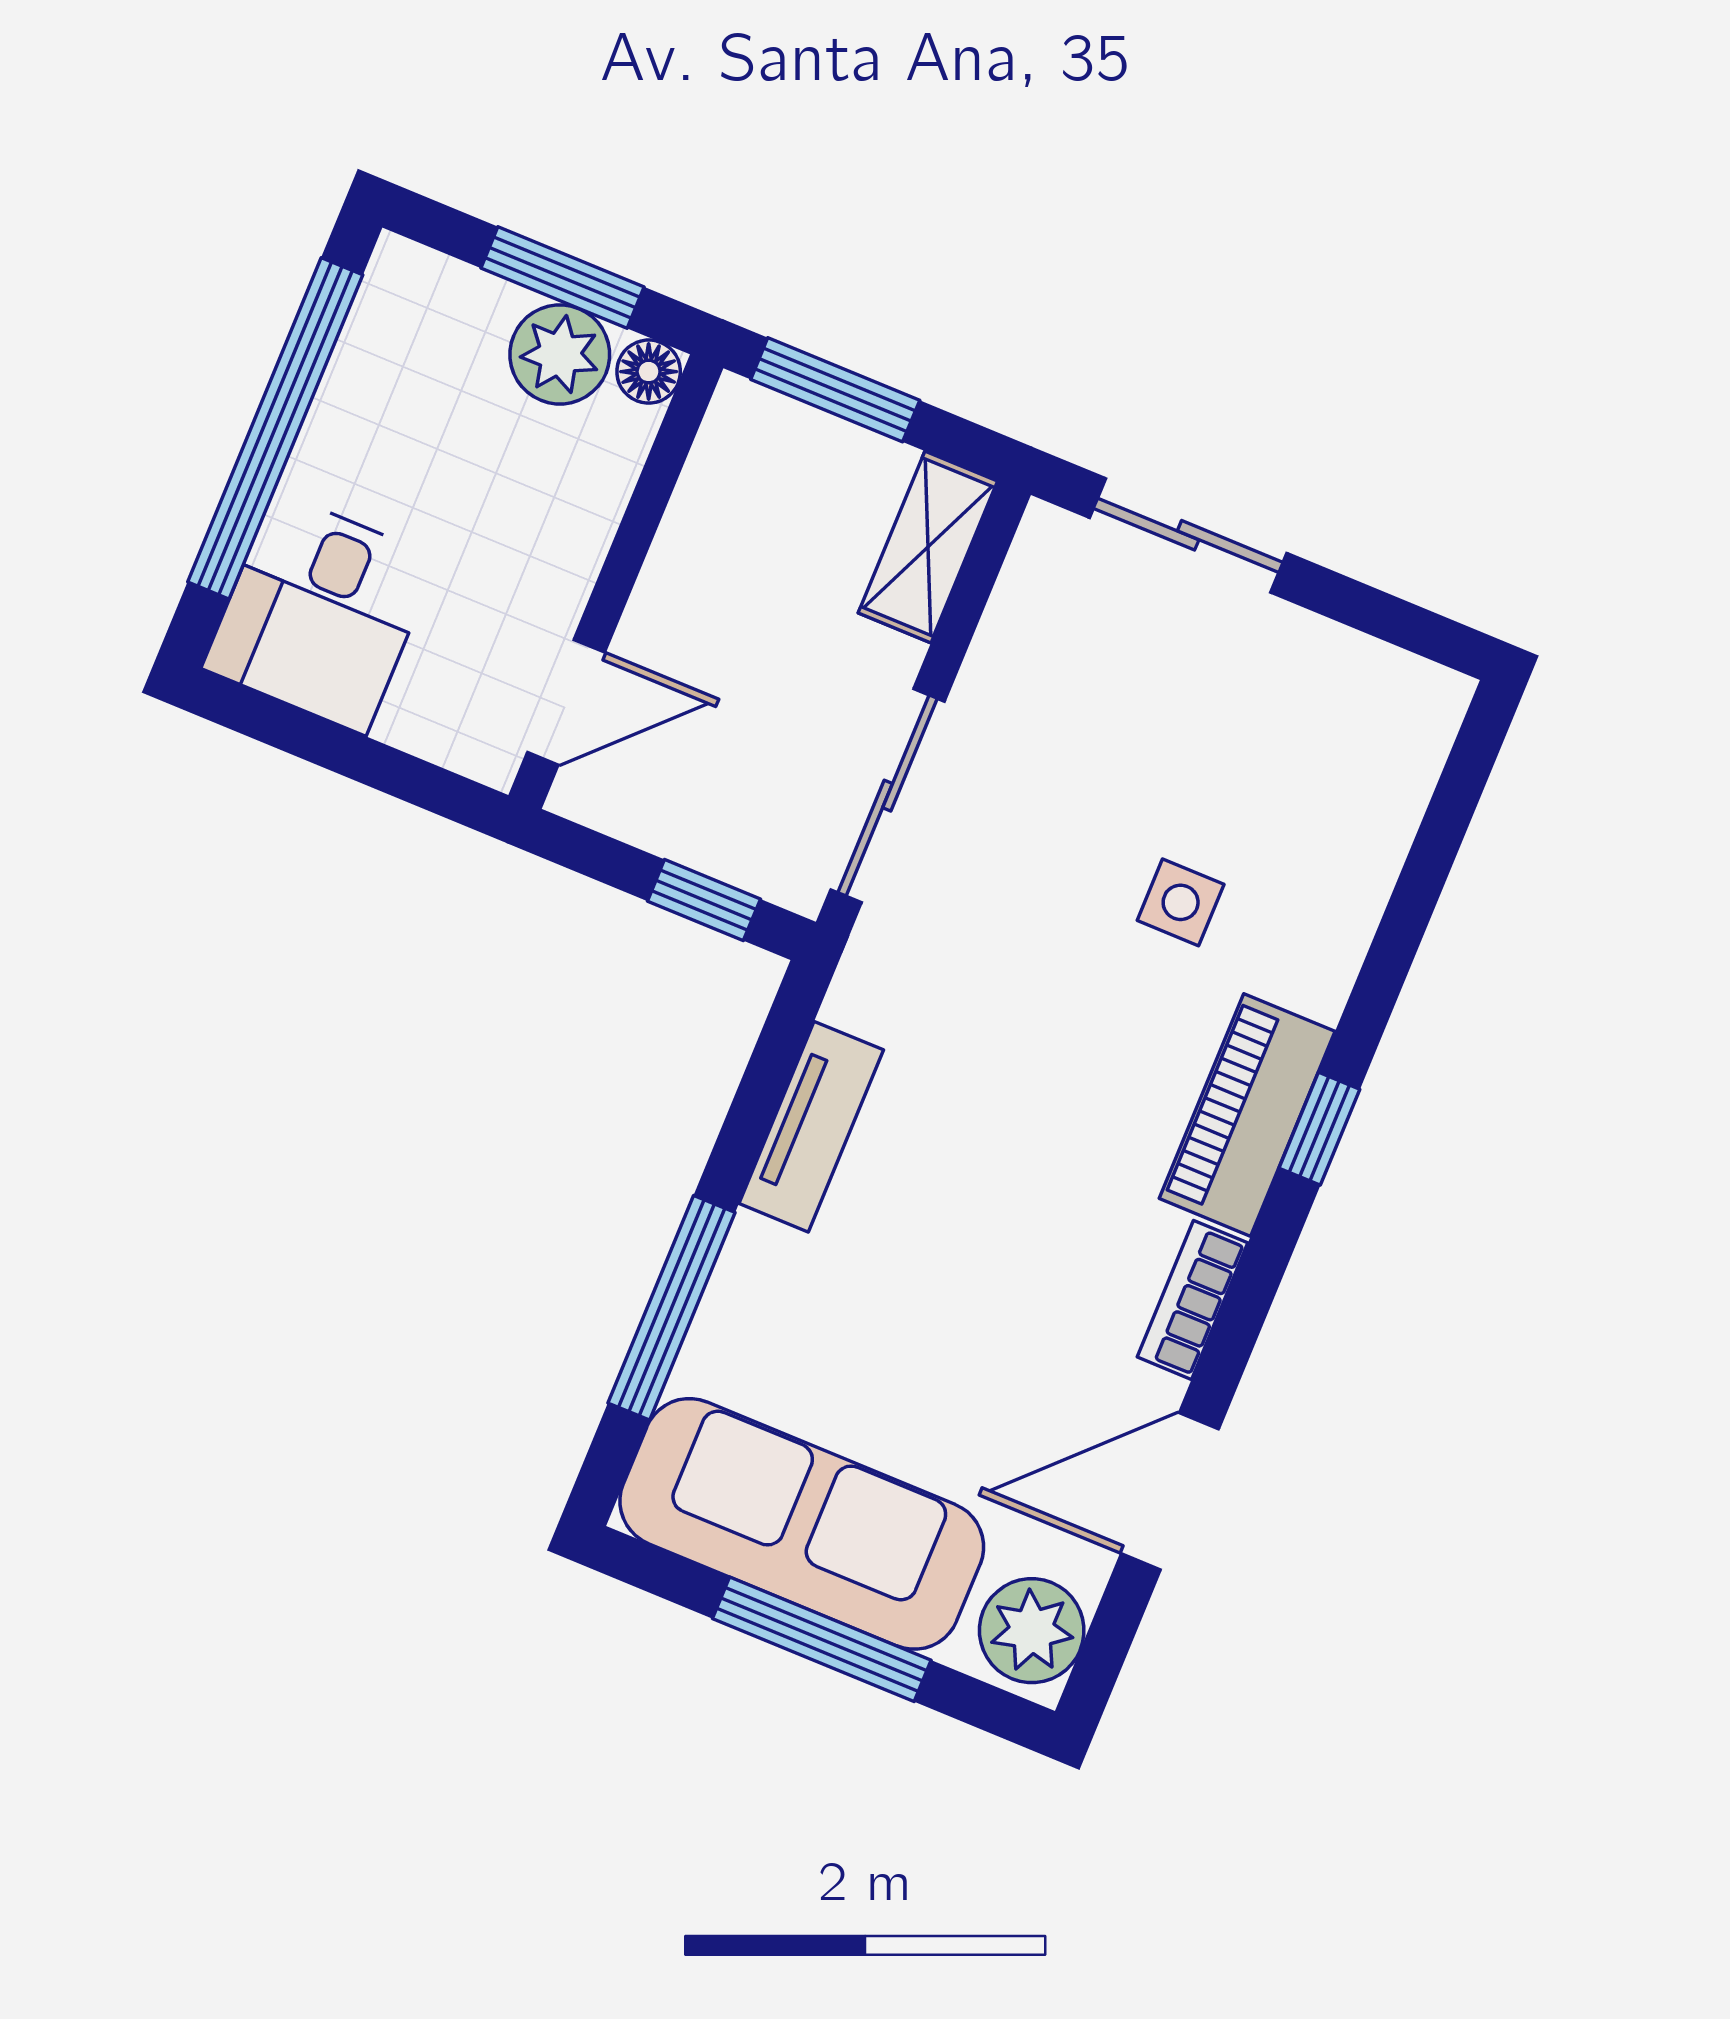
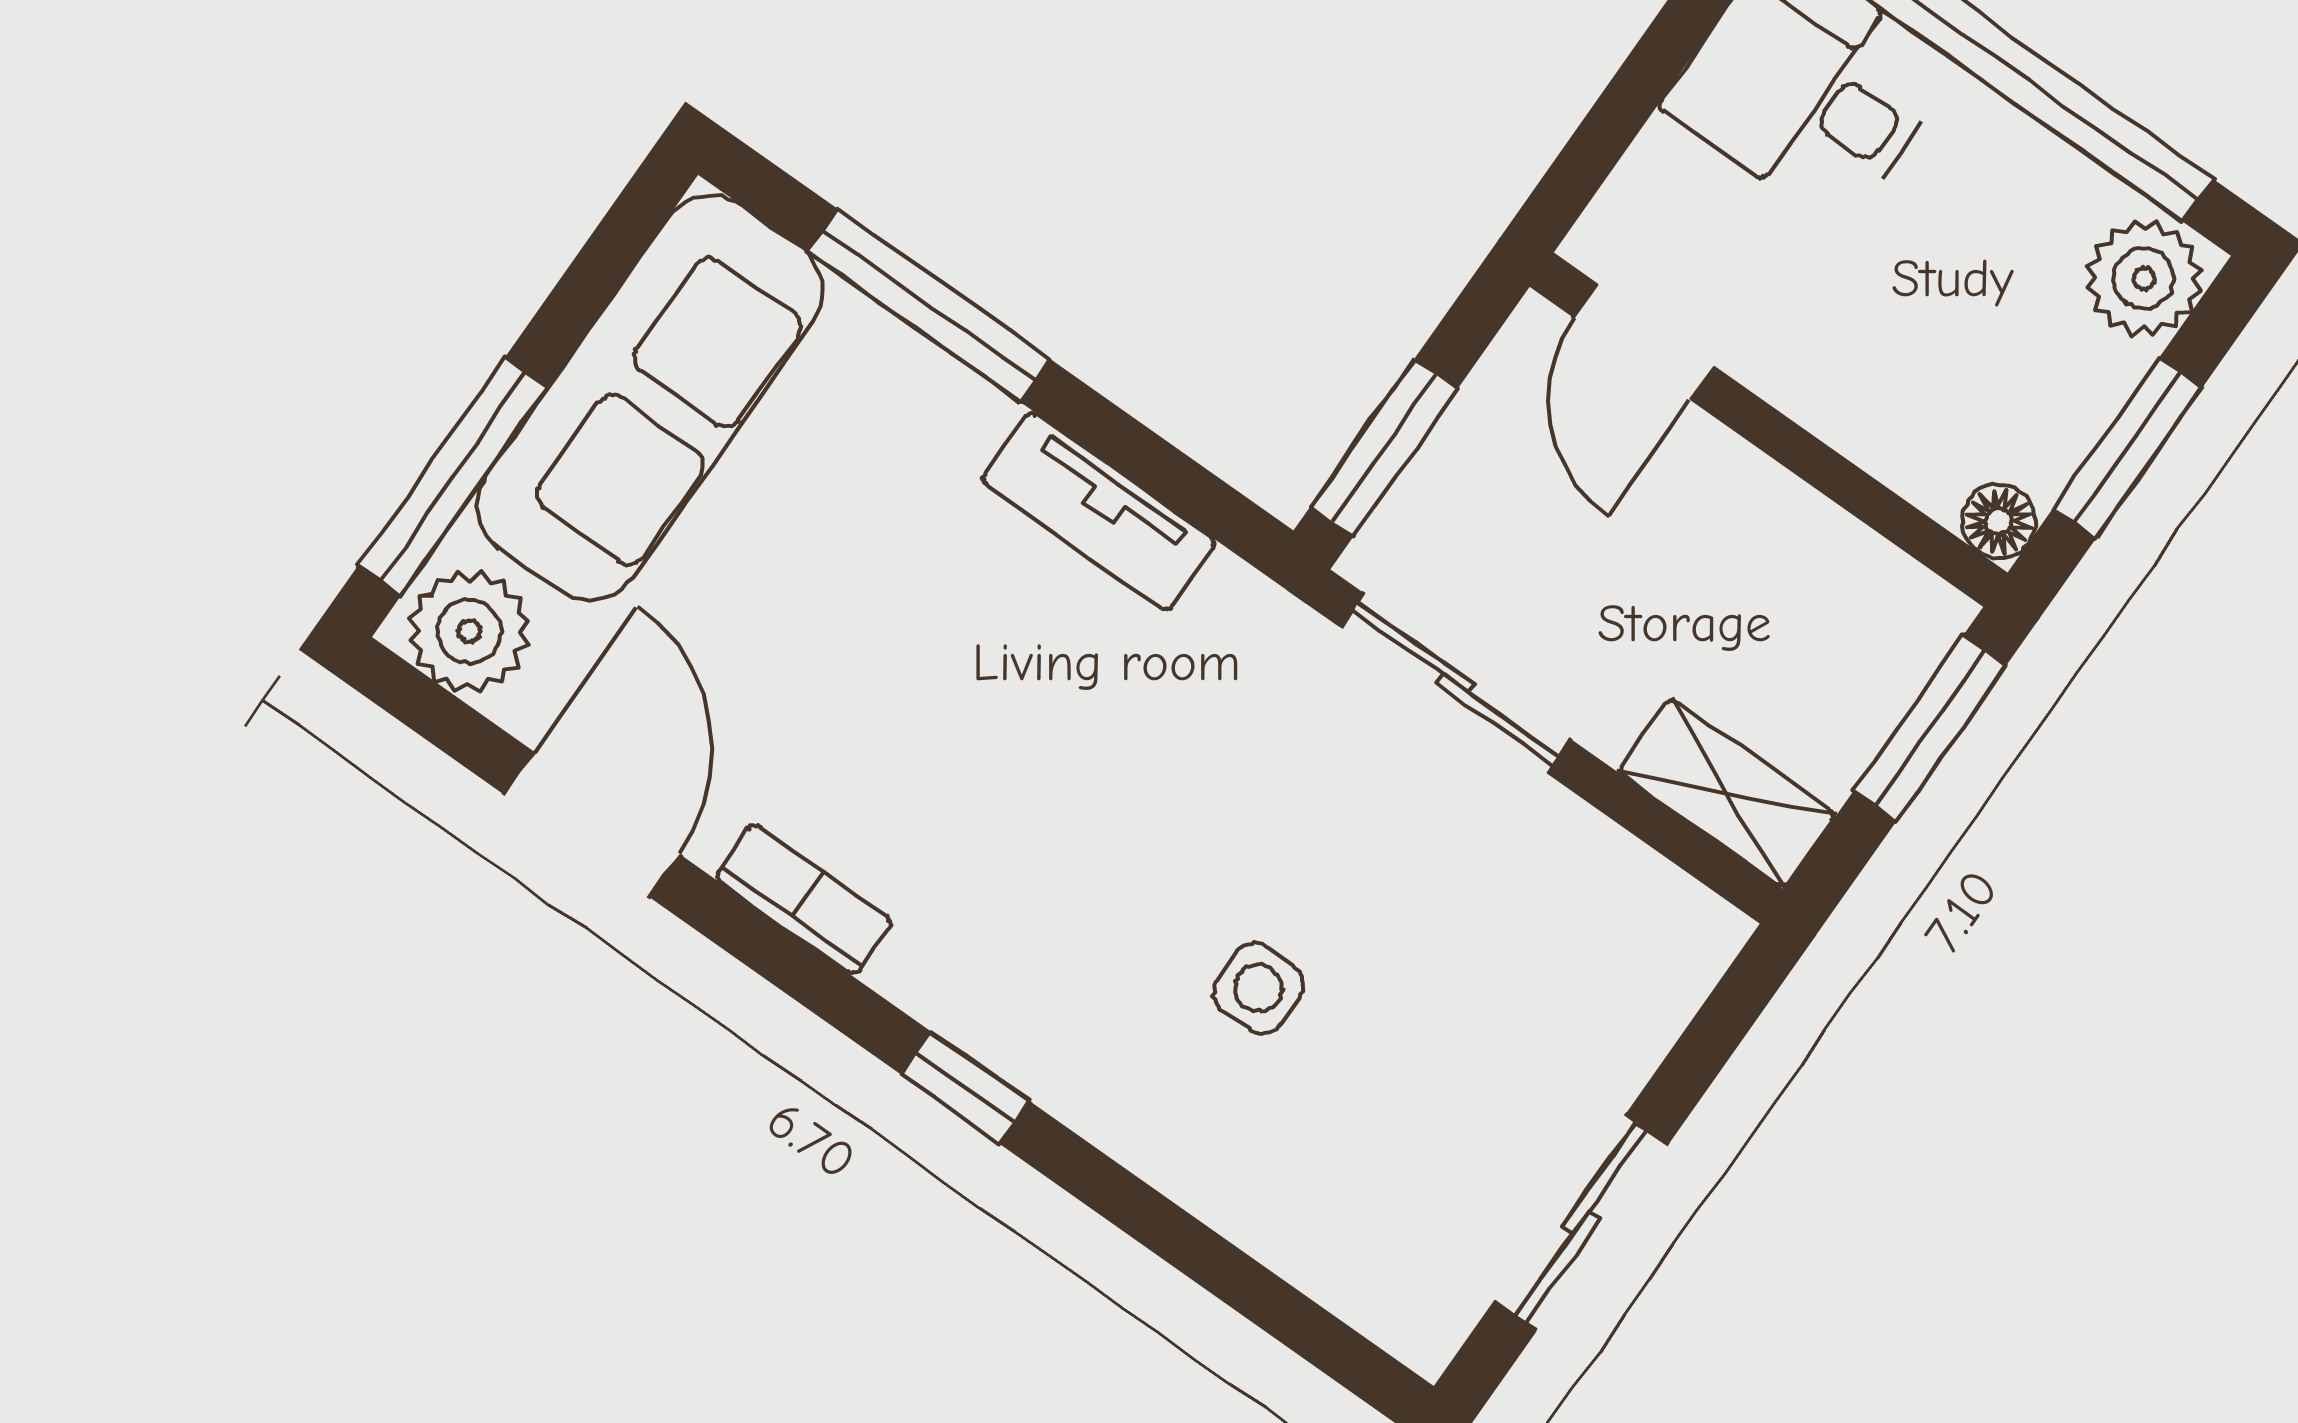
plant: (560, 354) -> (2144, 279), moved
sliding door: (1188, 535) -> (1581, 1223), moved
window: (704, 900) -> (1384, 448), width x1.50
piano: (1247, 1115) -> (1000, 1009), removed
window: (822, 1639) -> (453, 477), moved

